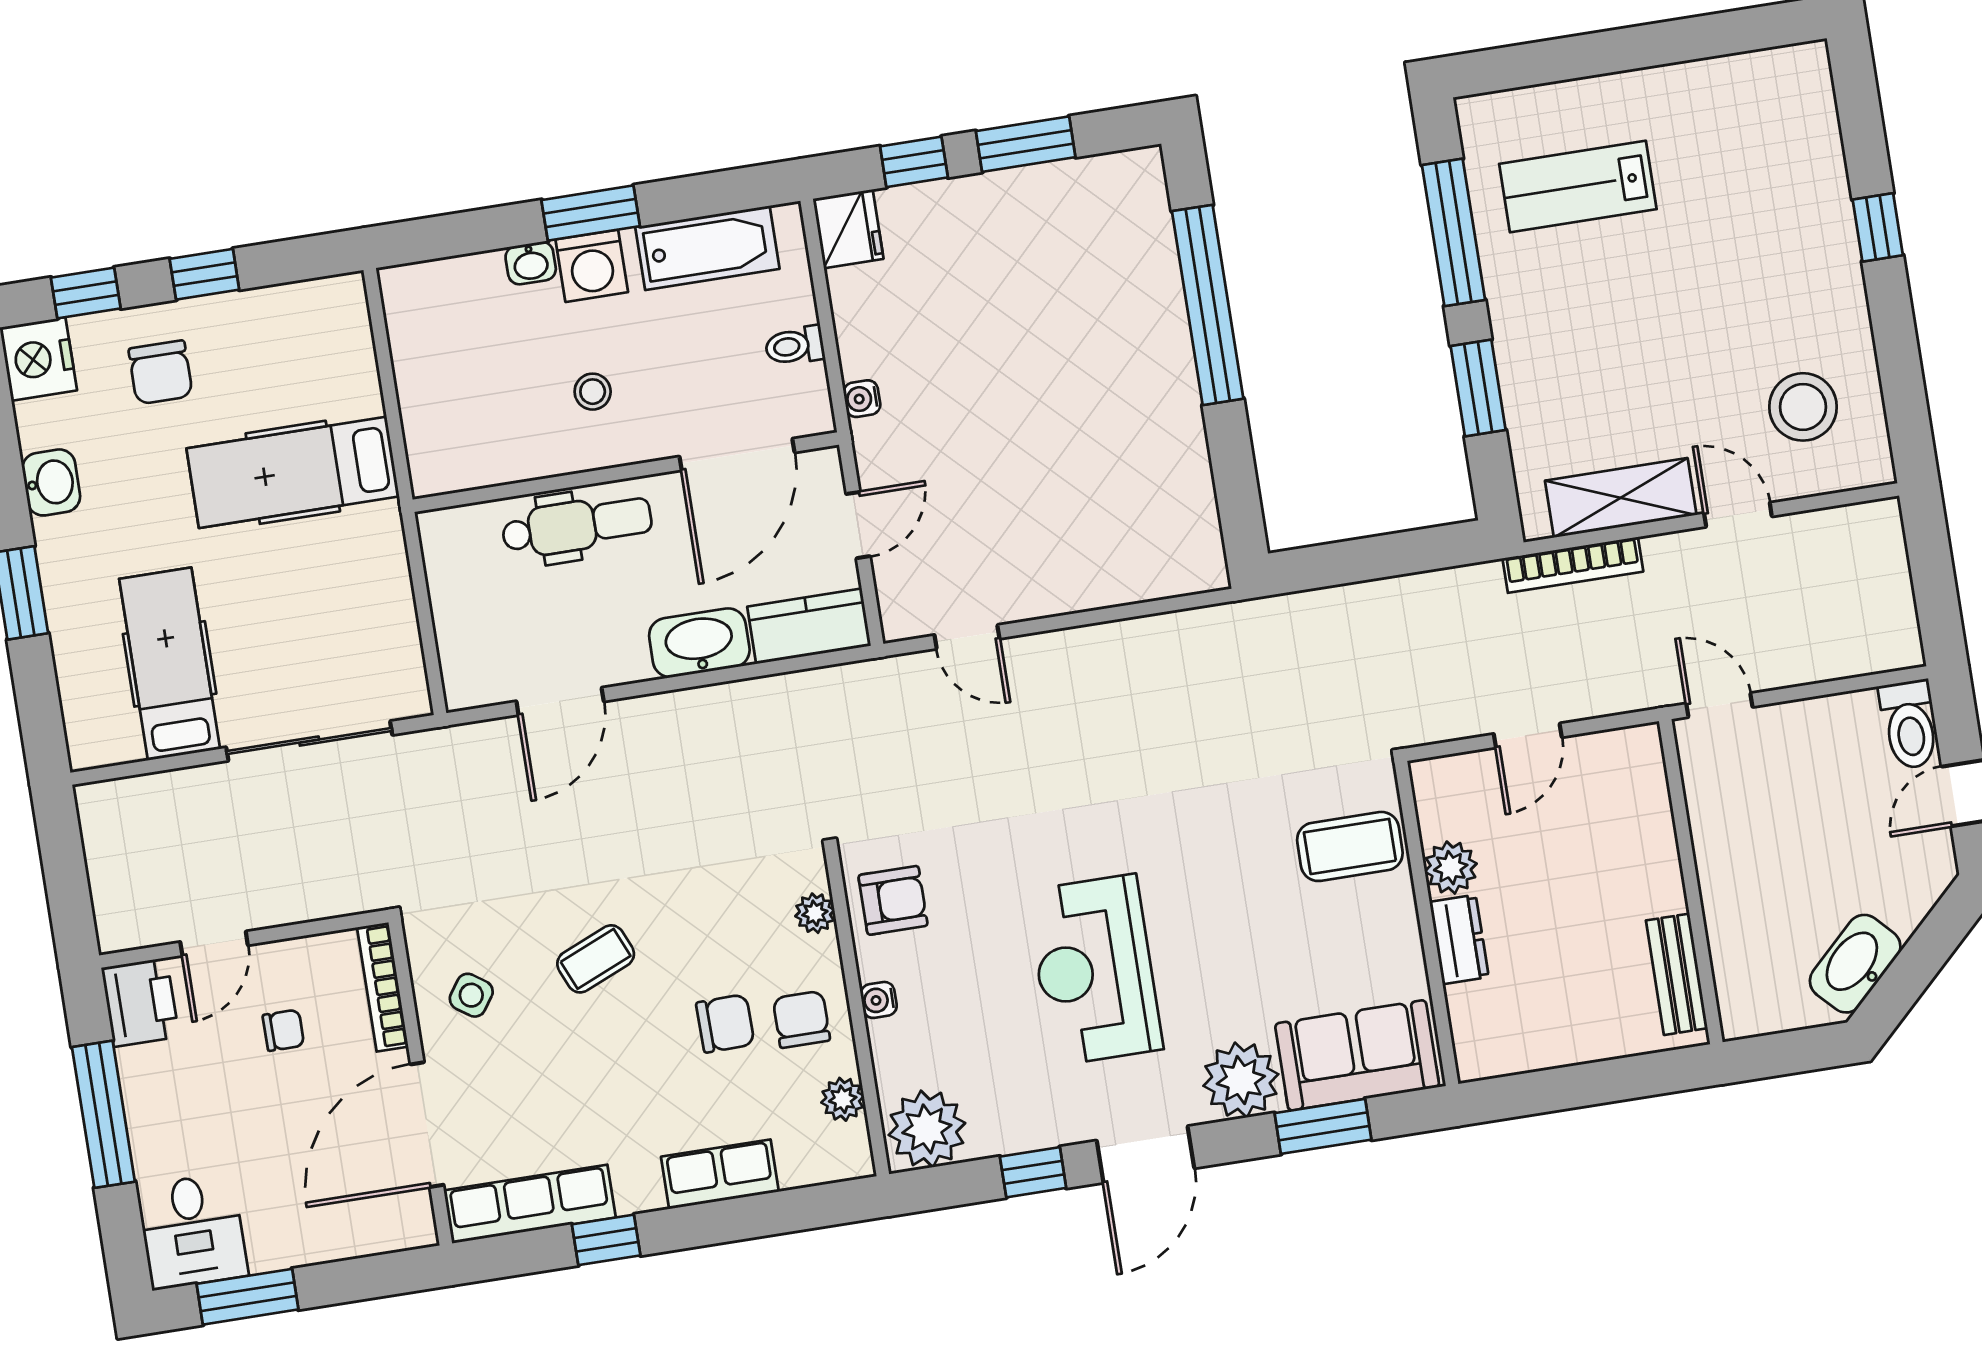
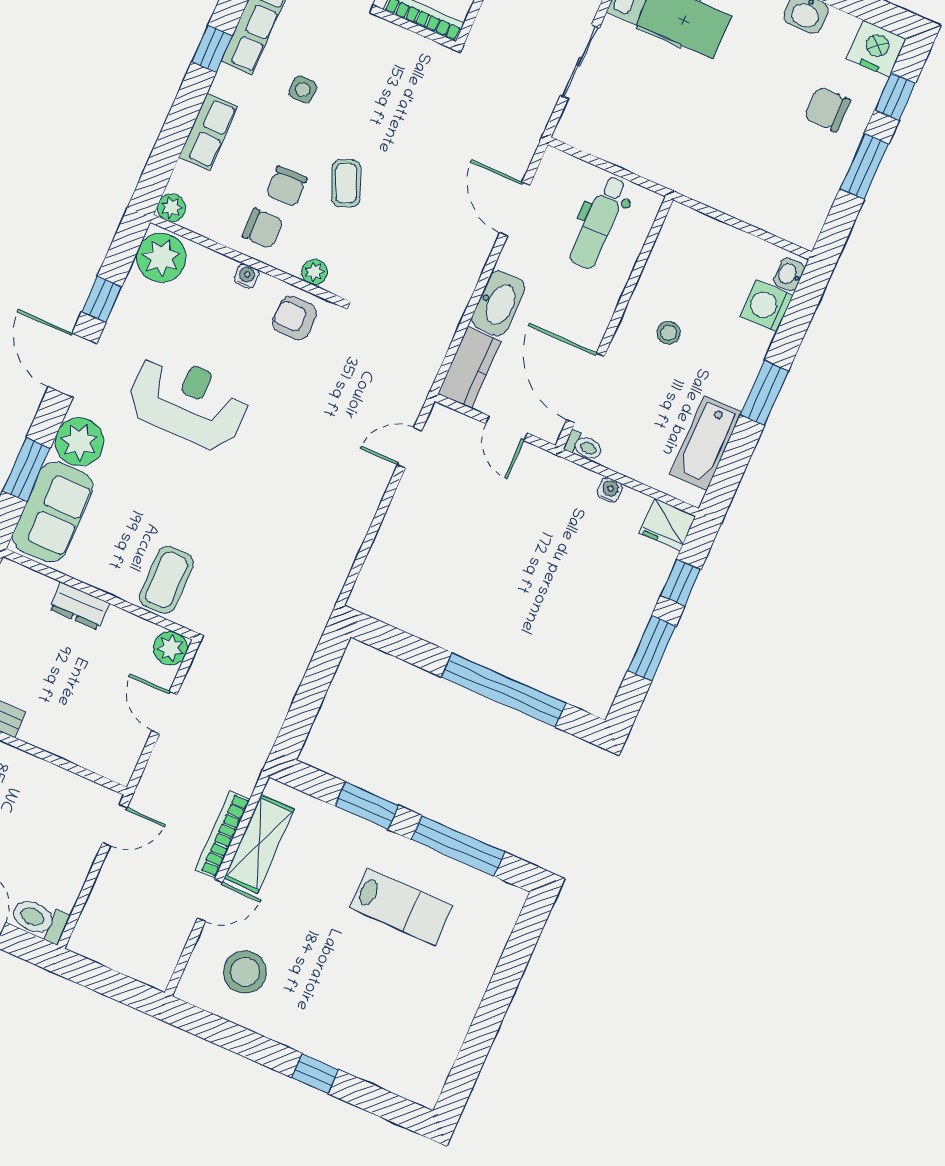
lab bench: (1578, 187) -> (401, 907), moved, turned 90
washbasin: (531, 263) -> (789, 274), moved
washing machine: (592, 266) -> (767, 306), moved
window: (204, 274) -> (864, 166), width x1.50
toilet: (795, 346) -> (584, 446), moved, turned 90
water cooler: (862, 399) -> (610, 490), moved
hospital bed: (293, 472) -> (729, 145), removed
dental chair: (577, 526) -> (599, 222), moved
bookcase: (1573, 565) -> (223, 834), moved
sliding door: (309, 741) -> (580, 62), width x0.73
plant: (1451, 868) -> (170, 648), moved
armchair: (893, 900) -> (295, 318), turned 90
coffee table: (596, 959) -> (346, 183), moved
side table: (471, 995) -> (303, 89), moved, turned -35
plant: (843, 1099) -> (171, 208), moved

